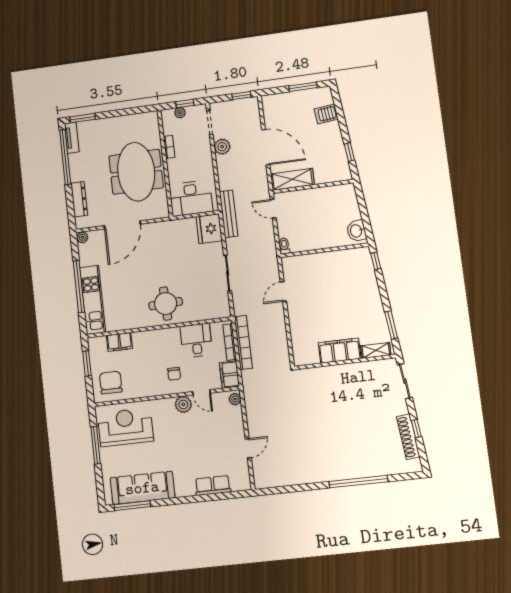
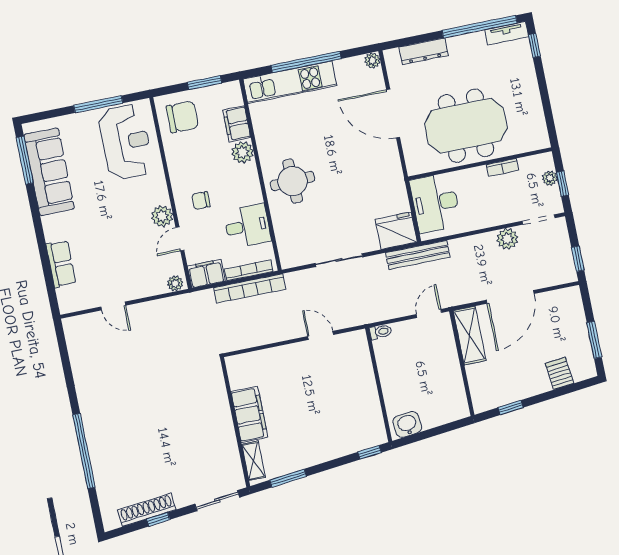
window: (83, 118) -> (534, 46), width x0.67
plant: (141, 339) -> (243, 152), added

